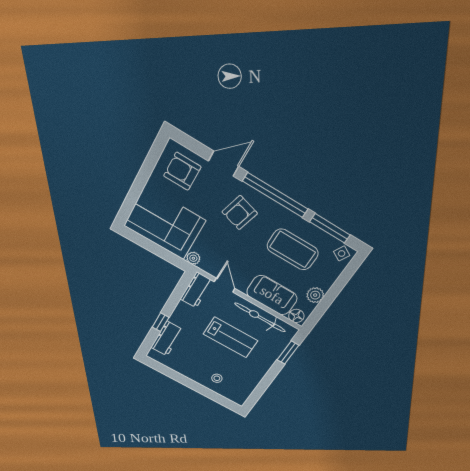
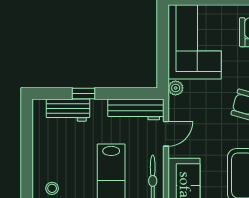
workbench: (196, 290) -> (136, 109), width x1.38

